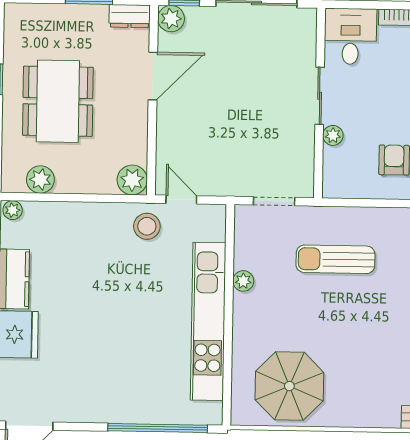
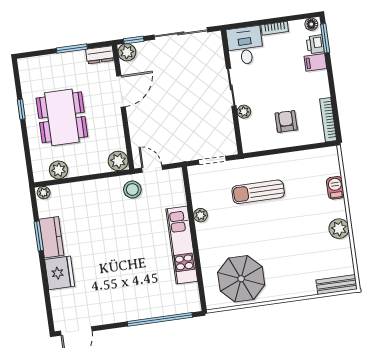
kitchen unit: (208, 321) -> (182, 245), width x0.73

